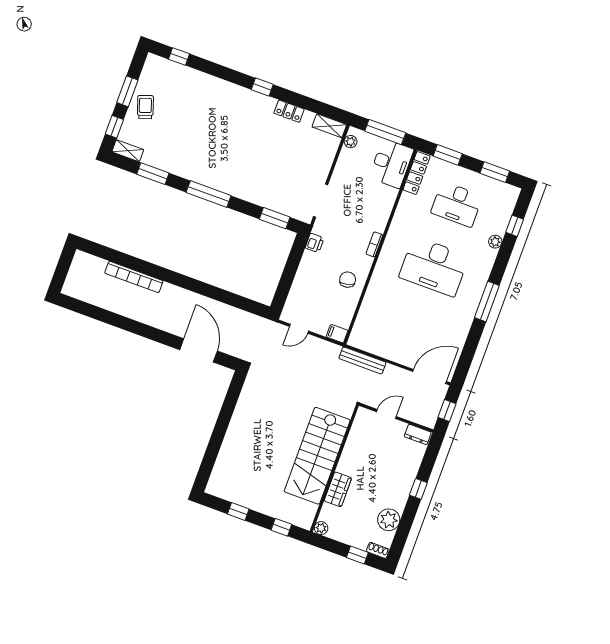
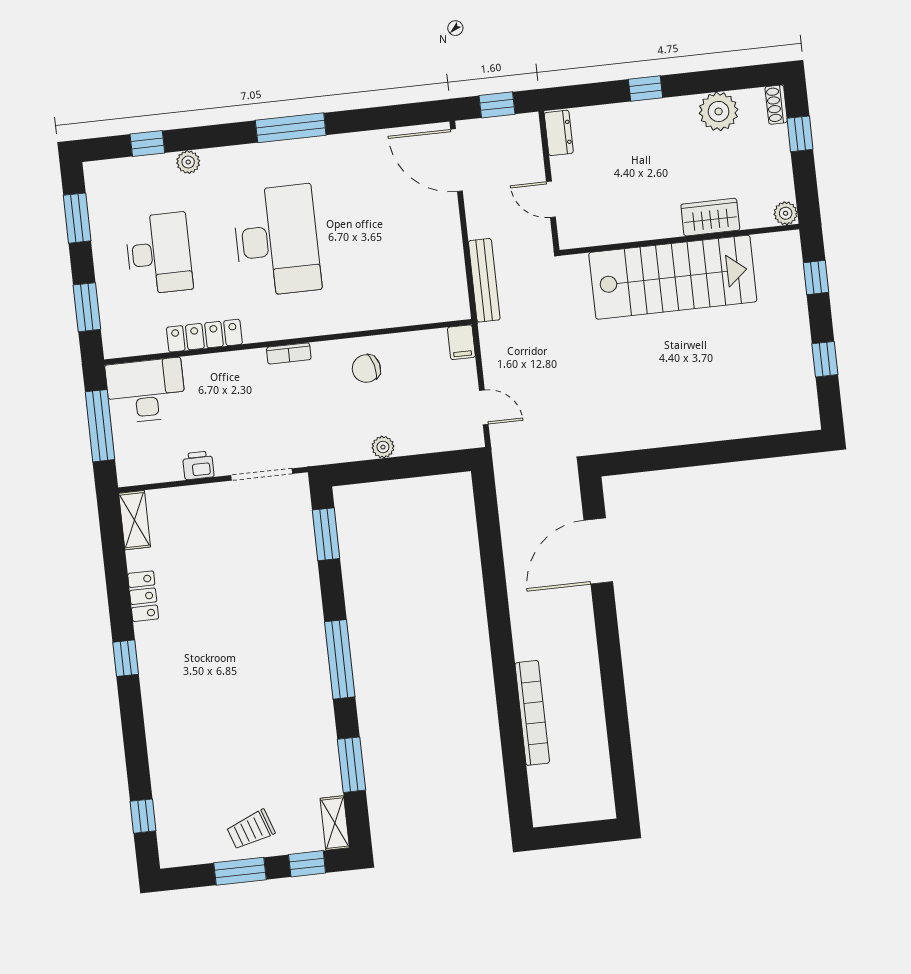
plant: (351, 142) -> (383, 447), moved
locker: (417, 173) -> (204, 336), moved
printer: (315, 243) -> (198, 465), moved

